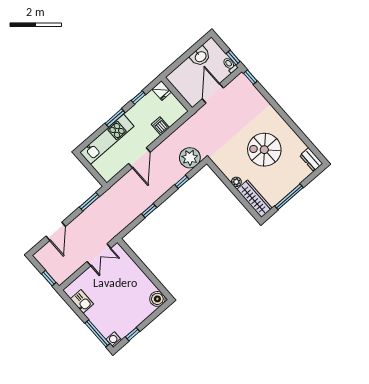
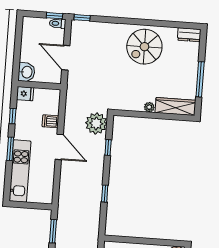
washbasin: (200, 56) -> (26, 72), moved
spiral stairs: (264, 150) -> (144, 47), moved
door: (139, 158) -> (59, 147), moved

